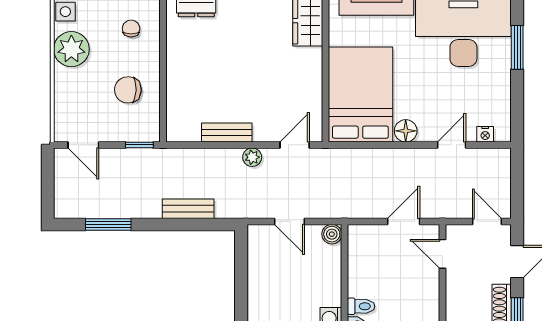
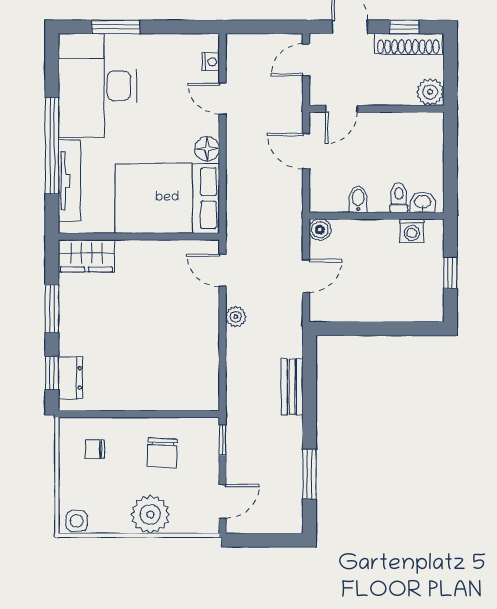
plant: (71, 49) -> (150, 514), moved
bench: (227, 133) -> (209, 345), removed
bidet: (359, 269) -> (358, 199), added

